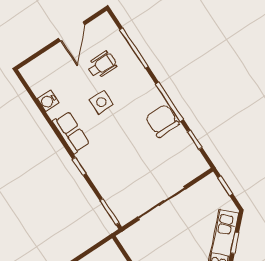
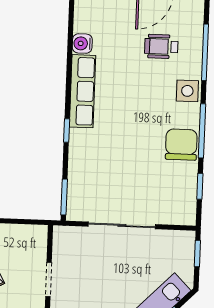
wheelchair: (102, 65) -> (161, 46), turned 180
side table: (101, 102) -> (187, 91), moved
row of seats: (71, 133) -> (82, 91), width x1.48

